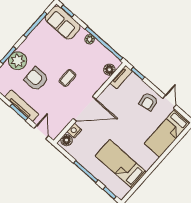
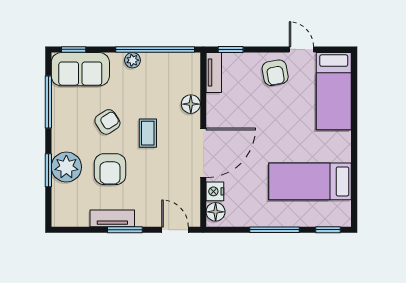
armchair: (54, 57) -> (107, 122), added
floor lamp: (109, 70) -> (191, 104), moved
armchair: (36, 79) -> (110, 169), turned -90
tv unit: (22, 106) -> (112, 218), width x0.71

